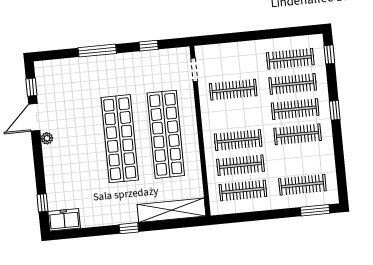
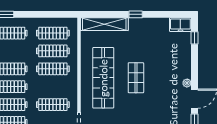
shop shelf: (120, 139) -> (136, 78), width x0.50, depth x0.74

